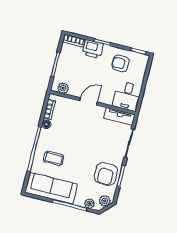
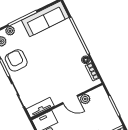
plant: (63, 88) -> (85, 99), moved
door: (88, 102) -> (70, 100), hinge flipped
coffee table: (54, 158) -> (61, 41), removed

